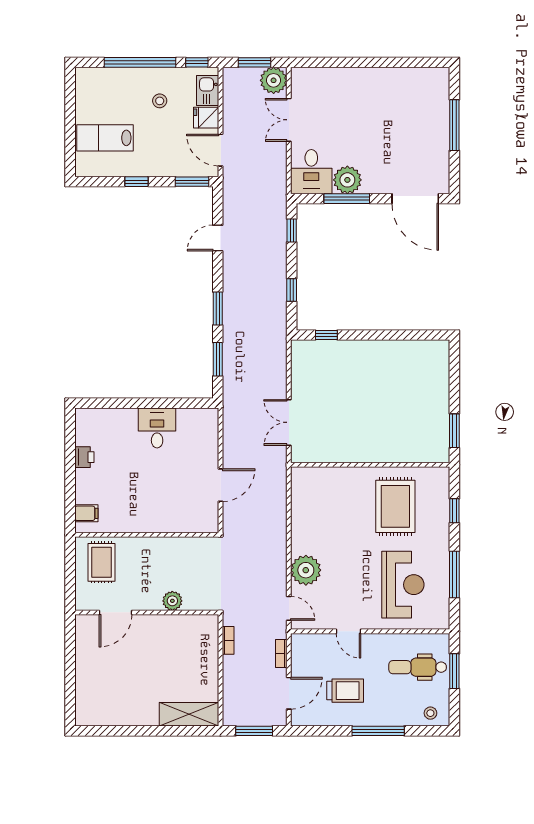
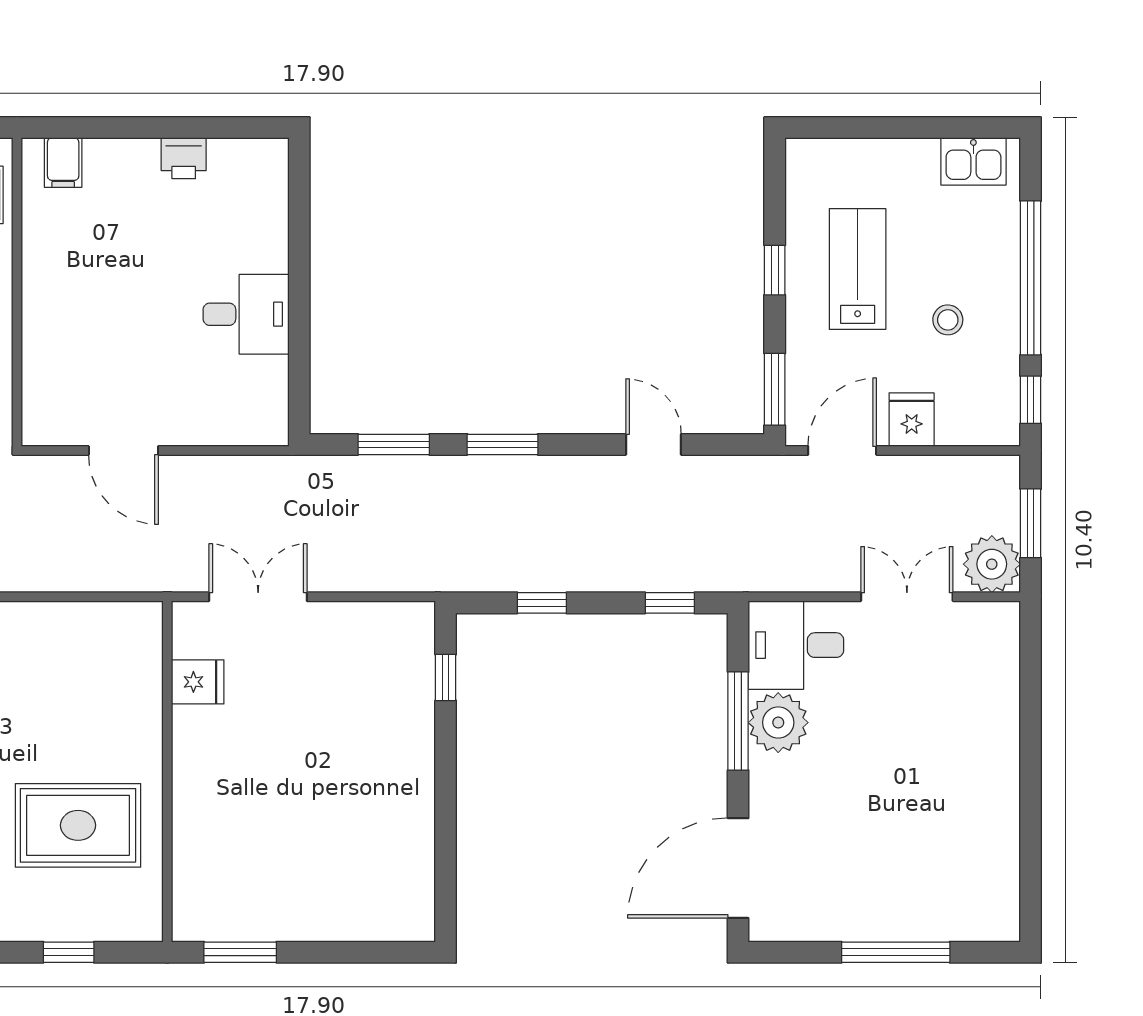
kitchen sink: (208, 91) -> (973, 161), moved, turned 180
lab bench: (105, 138) -> (858, 269), moved
fridge: (328, 451) -> (198, 682), added

